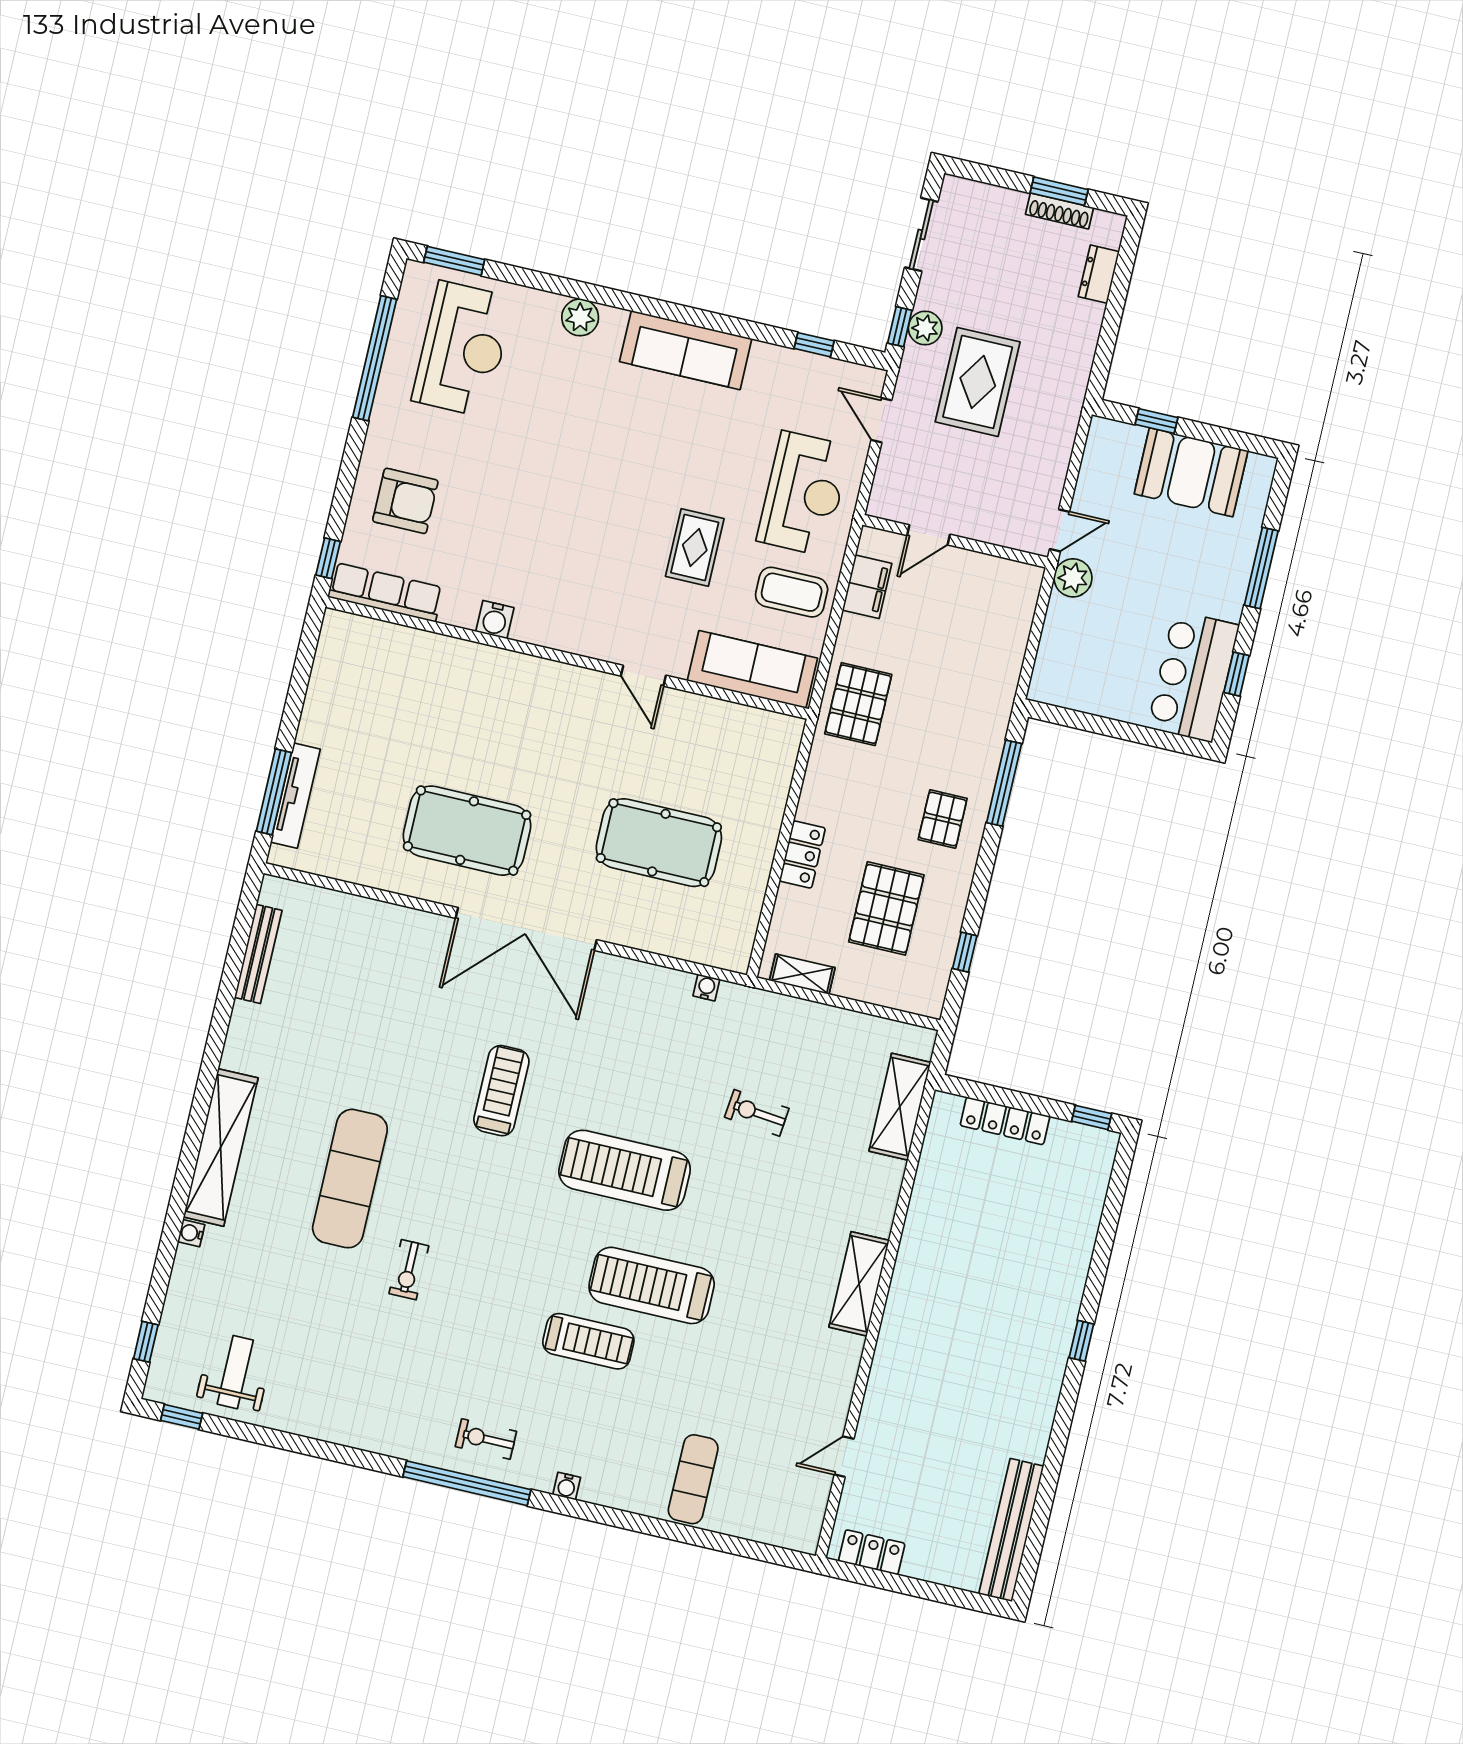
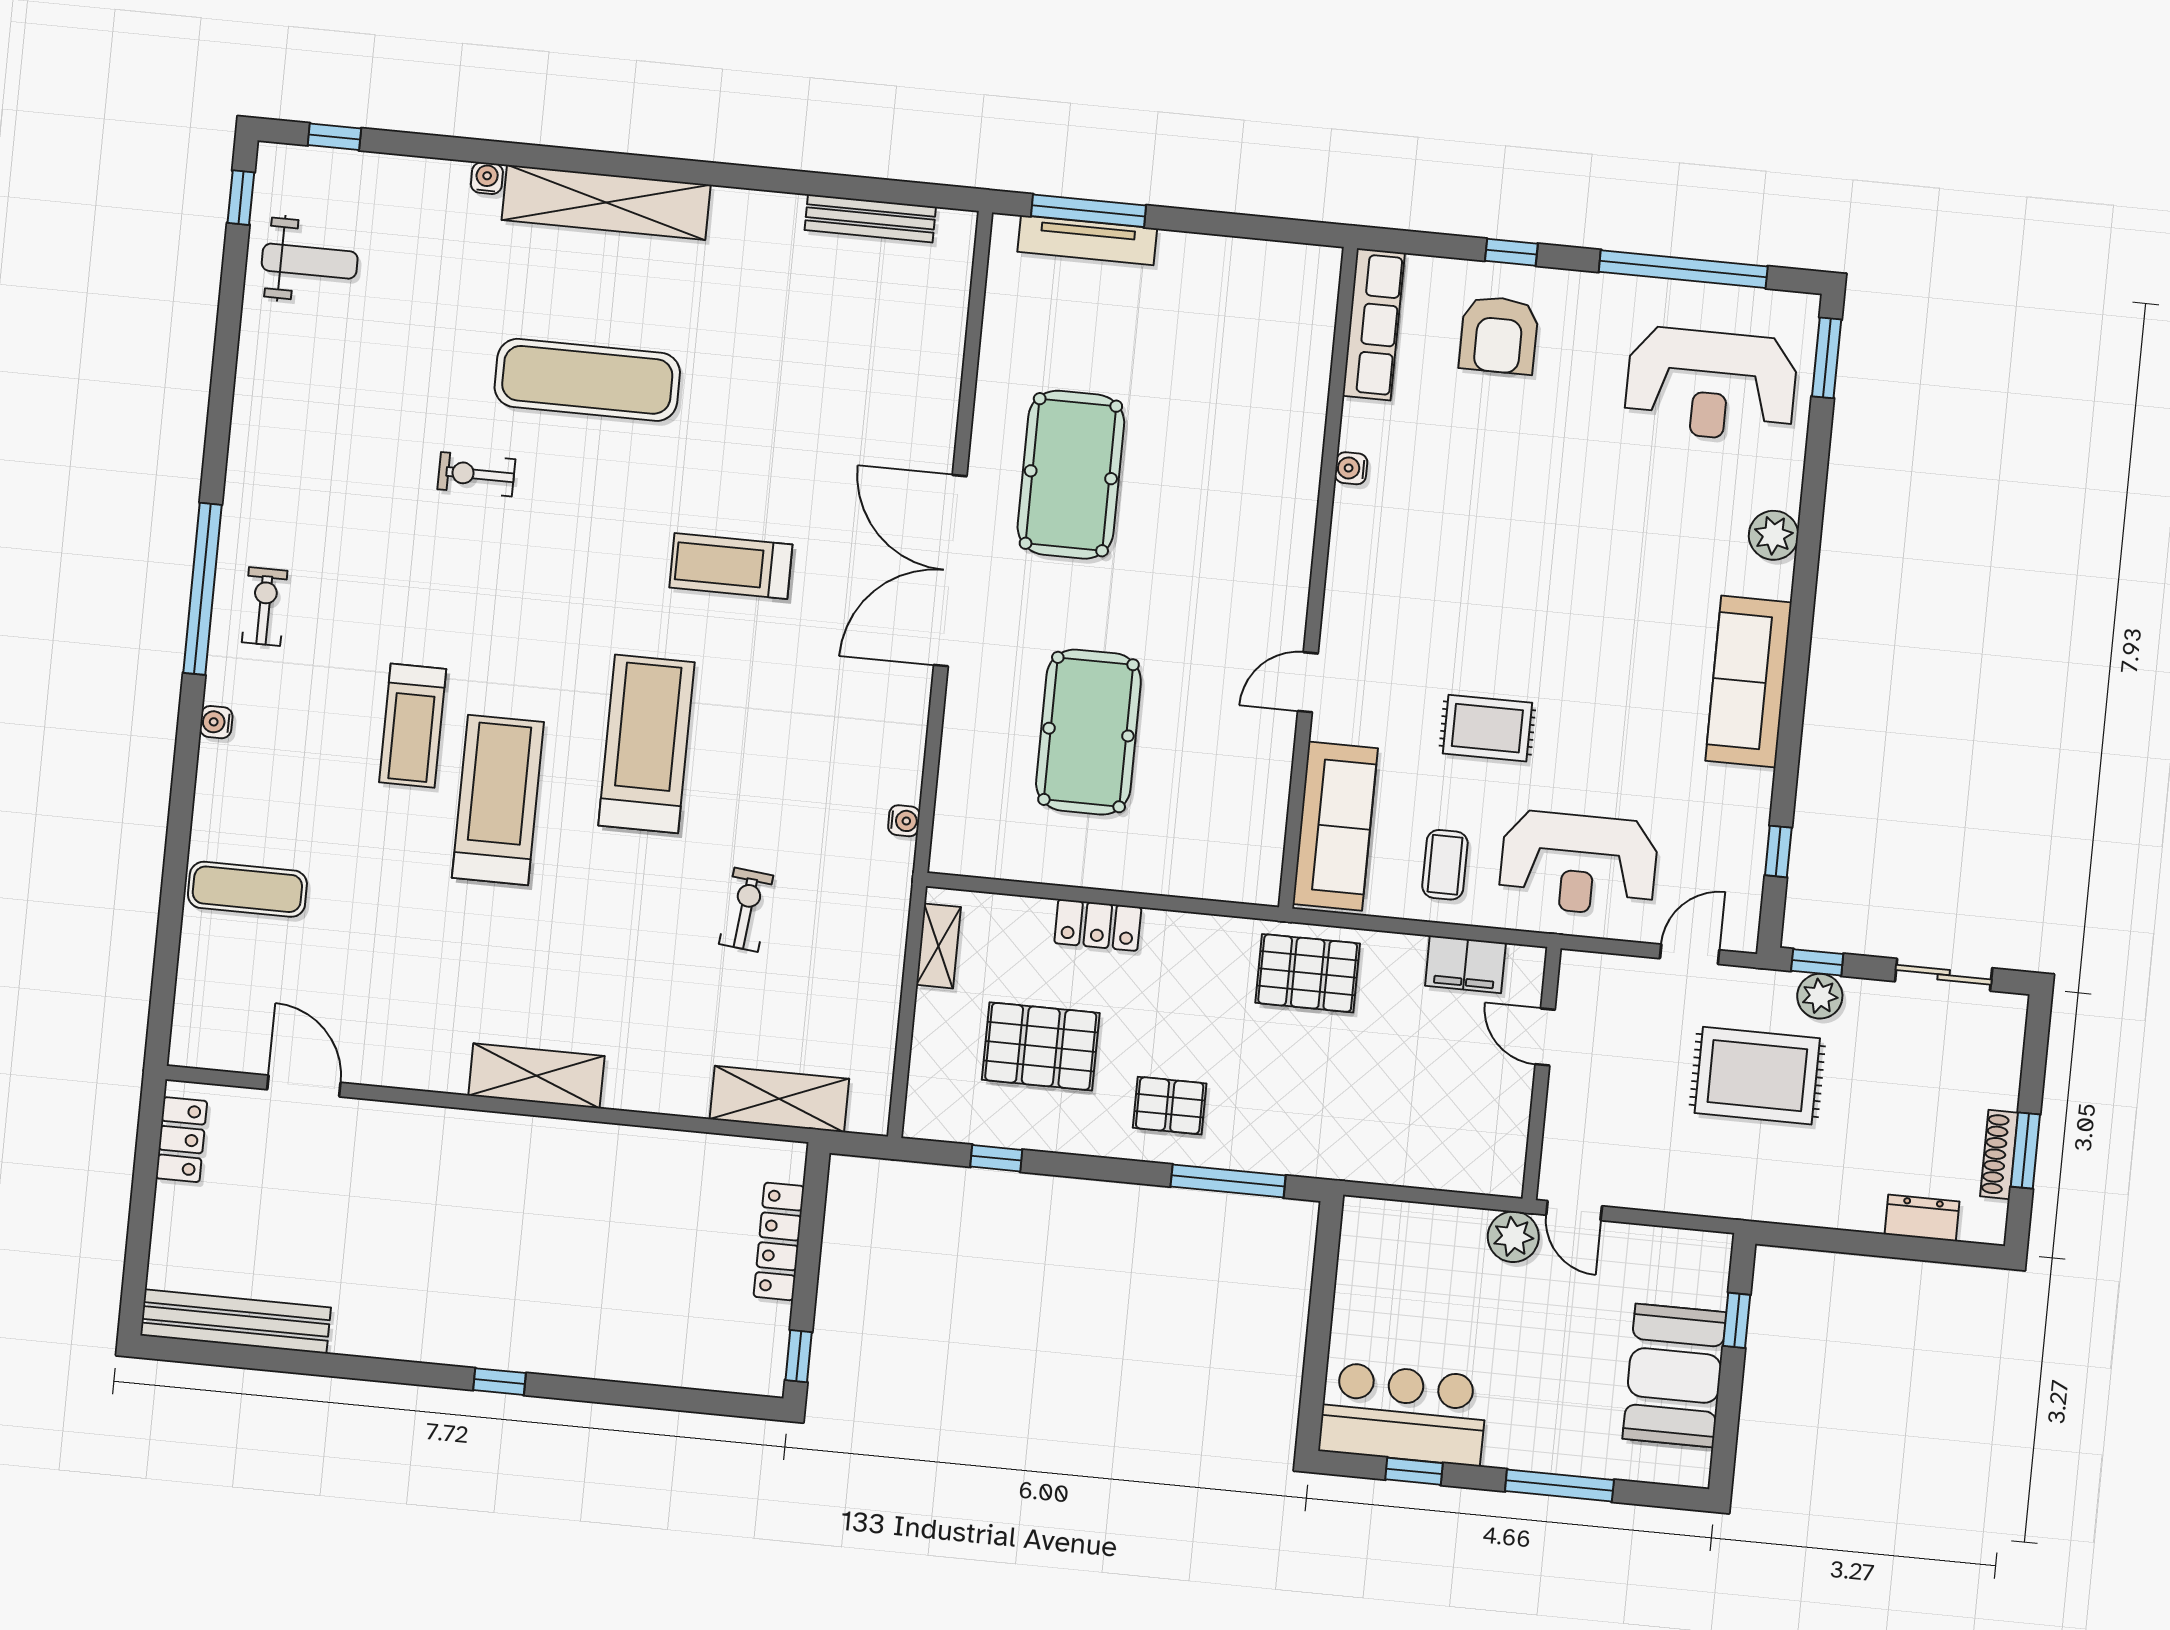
window: (328, 558) -> (1511, 252), moved
coffee table: (792, 592) -> (1445, 865), width x0.73, depth x0.77
water cooler: (495, 620) -> (1351, 468), width x0.72, depth x0.72
treadmill: (501, 1091) -> (731, 566), turned 180
door: (844, 1457) -> (304, 1086), width x1.38

